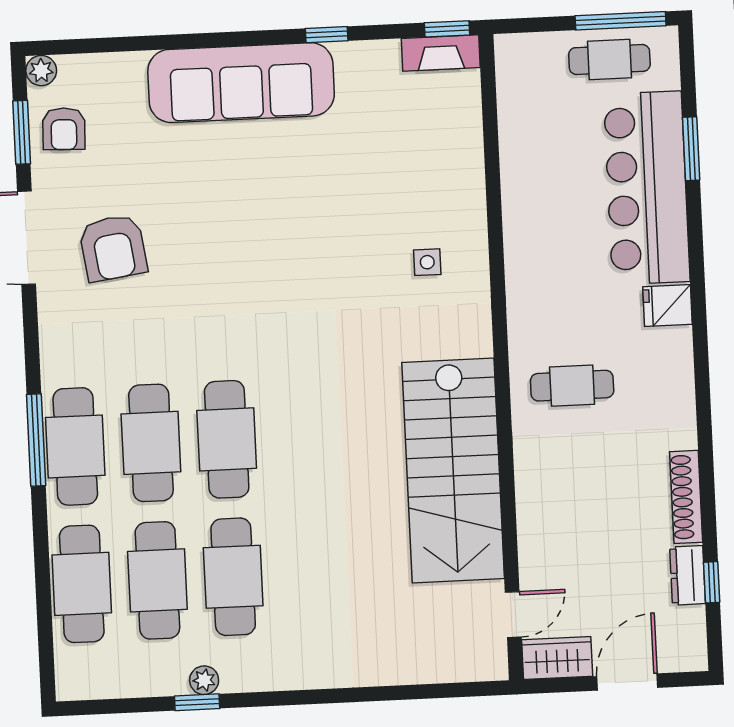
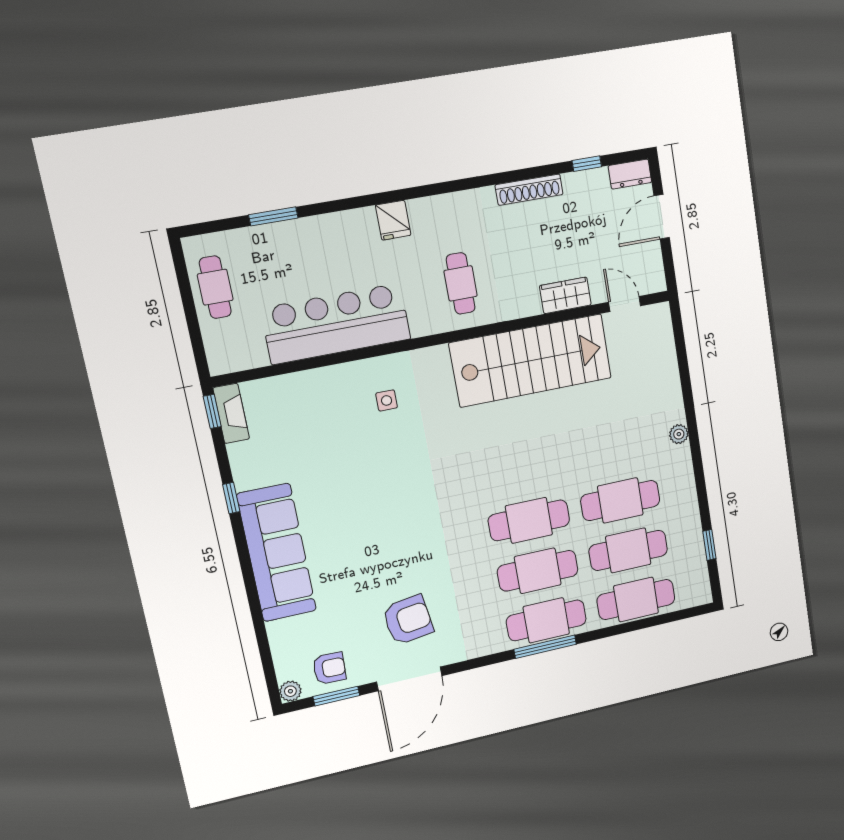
window: (621, 21) -> (184, 283), removed
bar counter: (647, 188) -> (336, 324), moved, turned 180
dresser: (688, 575) -> (630, 174), moved
wardrobe: (557, 658) -> (565, 295), moved, turned 90
plant: (204, 680) -> (679, 434), moved
door: (627, 682) -> (662, 217), hinge flipped
window: (197, 702) -> (709, 545), moved

